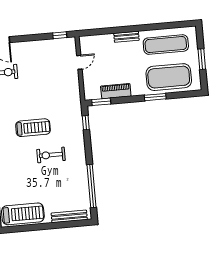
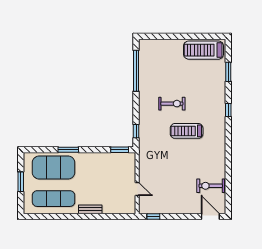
door: (79, 62) -> (137, 189), swing flipped
piano: (116, 91) -> (105, 159), removed
bench: (69, 216) -> (160, 44), removed

